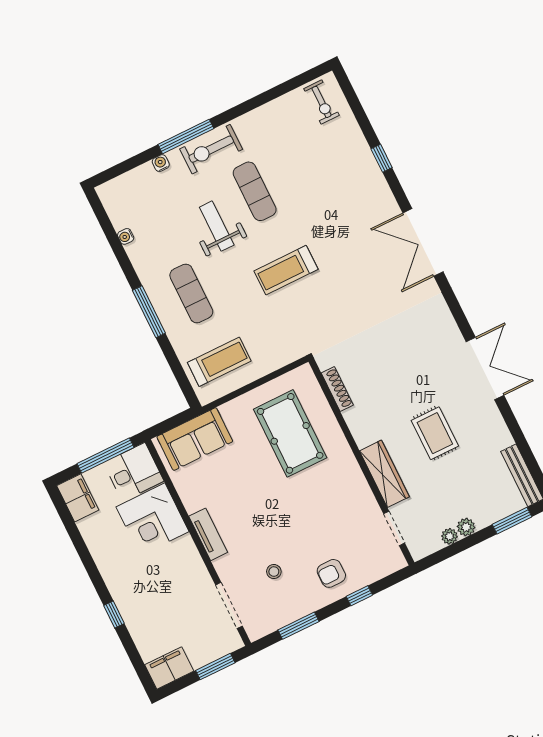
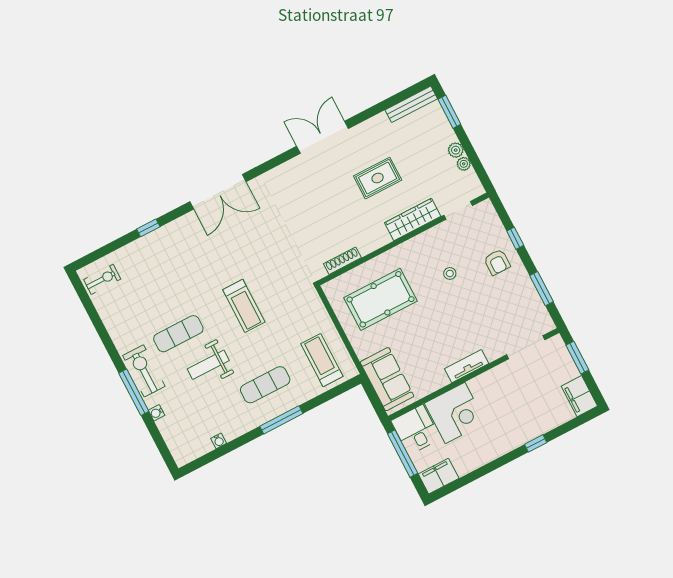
exercise bike: (211, 149) -> (144, 371), turned 180
stool: (274, 572) -> (450, 273), moved

